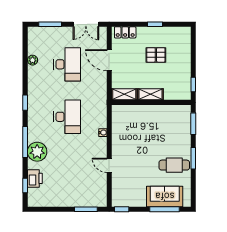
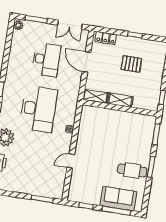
plant: (33, 60) -> (18, 25), moved
desk: (67, 117) -> (38, 109), width x1.36, depth x1.30
door: (109, 165) -> (71, 161), hinge flipped
window: (122, 209) -> (86, 206), moved

